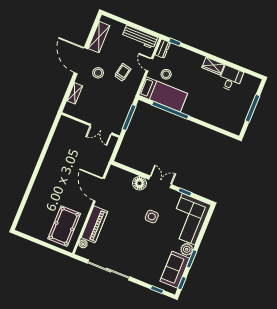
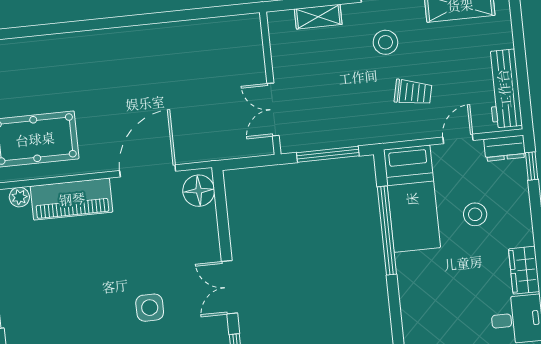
stool: (166, 74) -> (475, 214), moved
double door: (160, 182) -> (229, 287), swing flipped
floor lamp: (139, 183) -> (199, 191), moved

